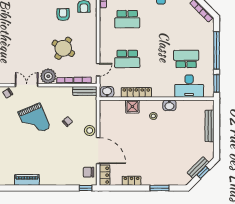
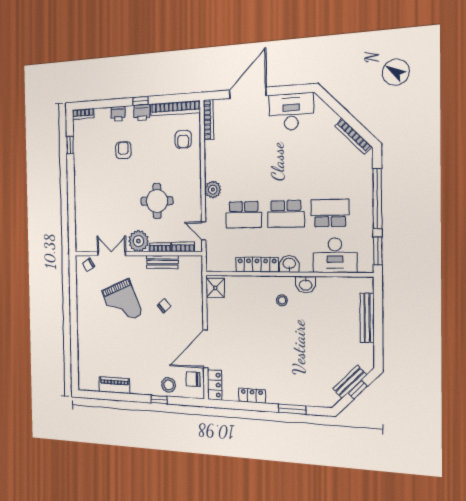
armchair: (63, 15) -> (123, 150), moved
school desk: (127, 19) -> (286, 214), moved
plant: (105, 42) -> (213, 190), added
round table: (63, 48) -> (157, 201), turned -32
door: (98, 70) -> (204, 231), swing flipped
bench: (85, 91) -> (162, 262), moved
washbasin: (107, 92) -> (289, 264), moved
shower: (132, 107) -> (215, 288), moved
stool: (90, 131) -> (169, 385), moved
door: (98, 151) -> (205, 349), swing flipped
window: (86, 188) -> (159, 399), moved

